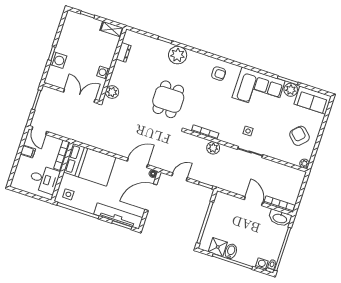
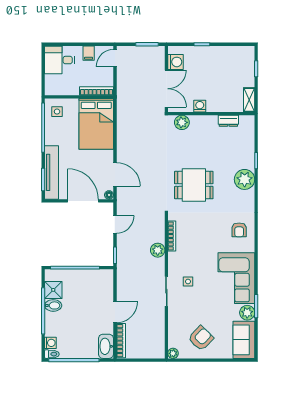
washing machine: (58, 60) -> (176, 62), moved, turned -90
door: (180, 177) -> (115, 224), hinge flipped
desk: (44, 179) -> (60, 60), moved, turned 90

